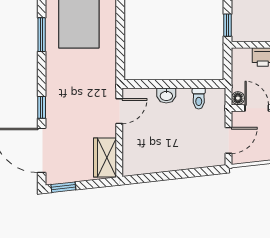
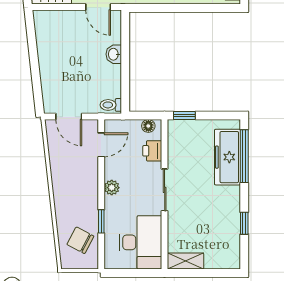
toilet: (199, 98) -> (111, 105), moved
floor lamp: (238, 98) -> (148, 126), moved

